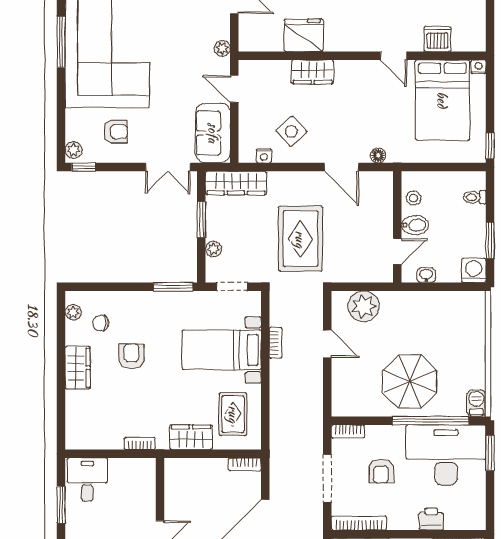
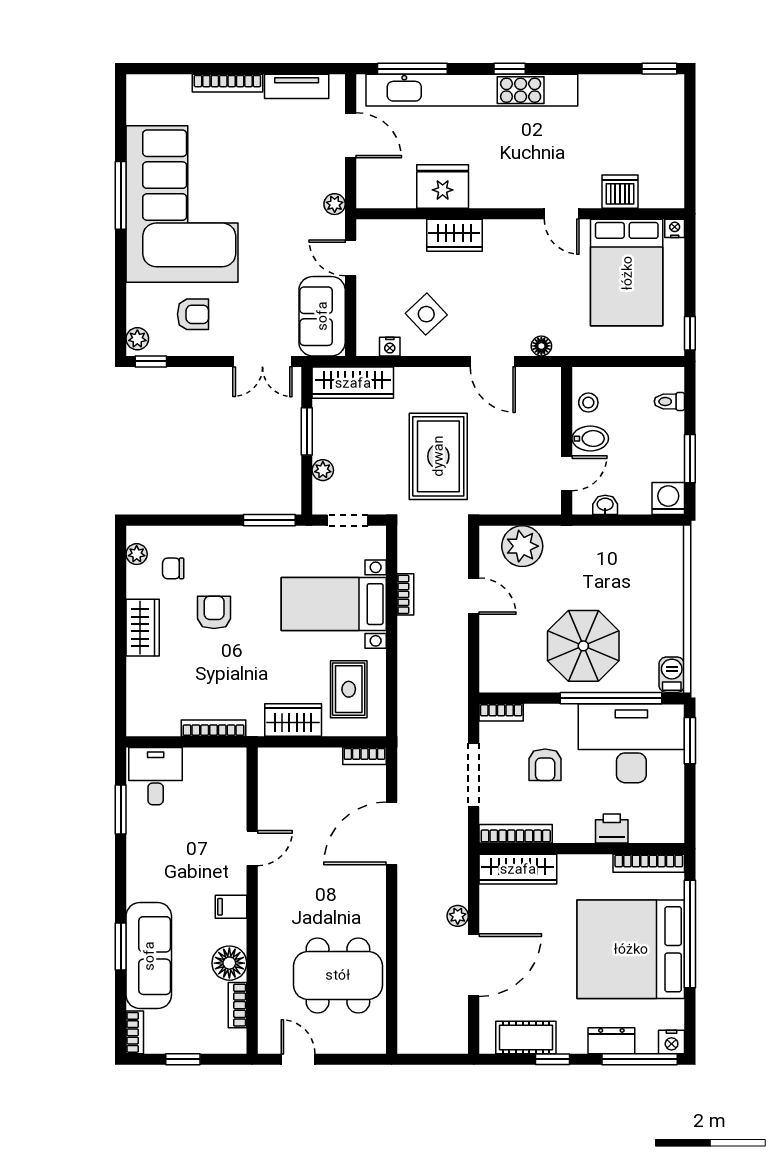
bookcase: (140, 443) -> (213, 728), width x1.56

